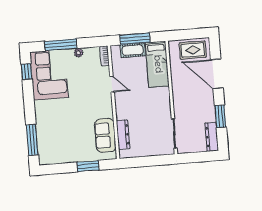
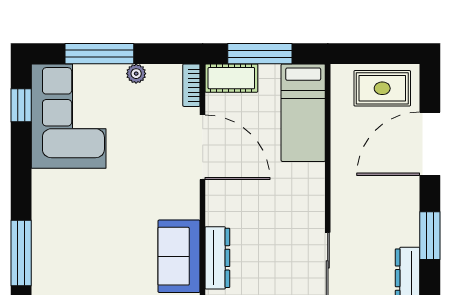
cot: (133, 50) -> (231, 78), moved
door: (217, 74) -> (430, 144), hinge flipped
door: (112, 84) -> (203, 147), width x1.88

